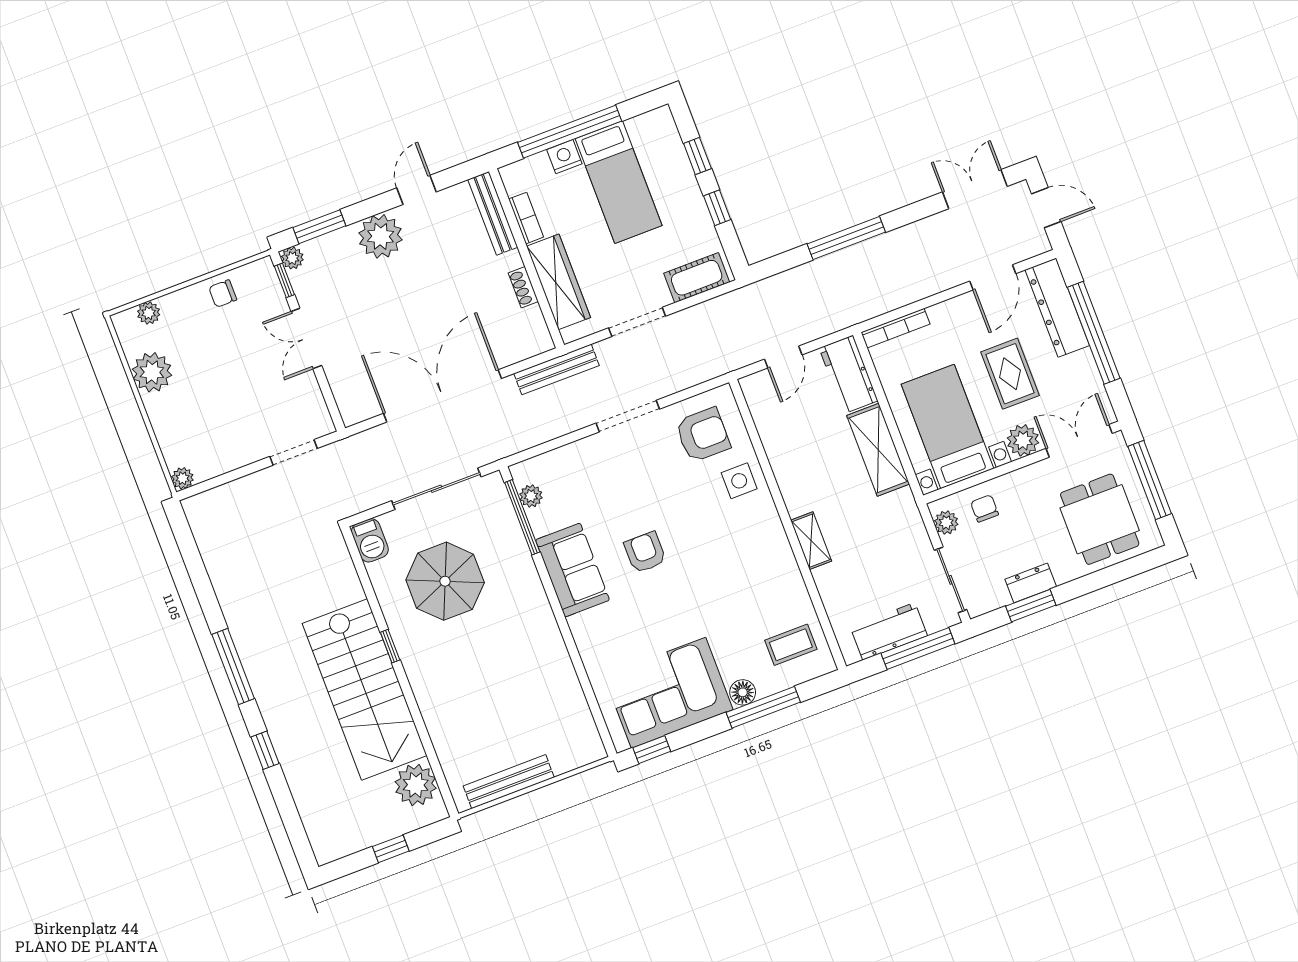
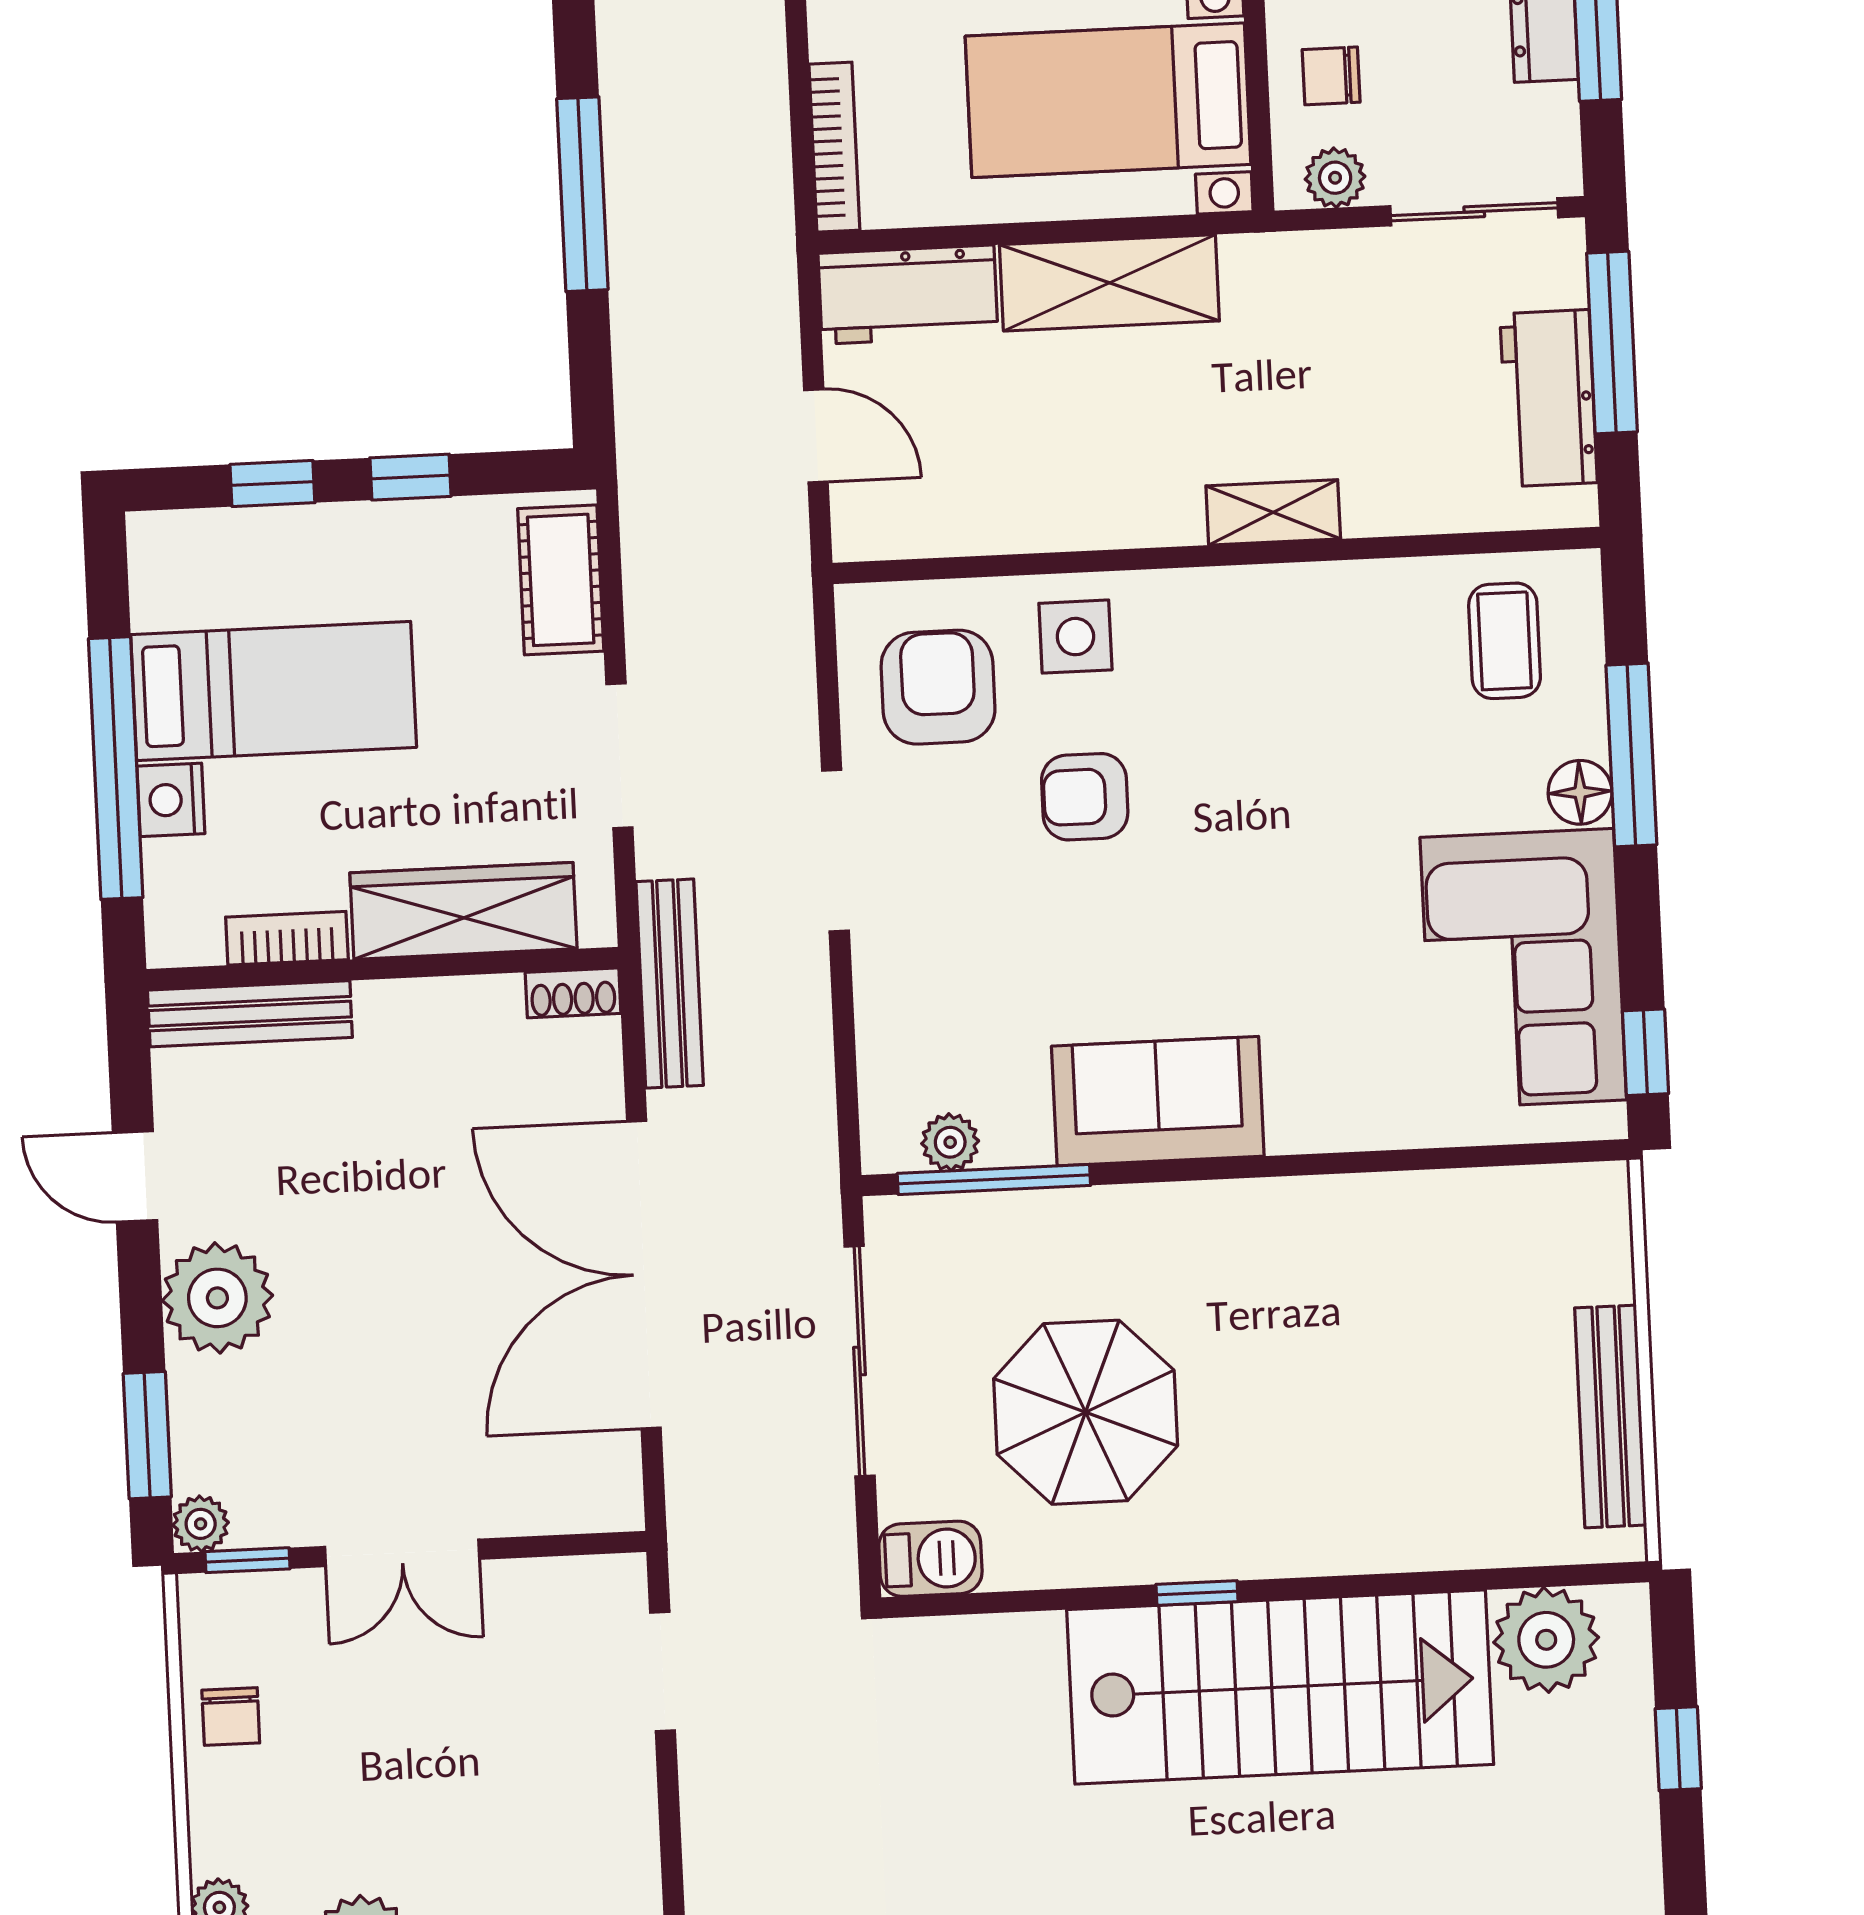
shoe rack: (523, 287) -> (573, 993), moved
armchair: (645, 552) -> (1085, 797), moved

